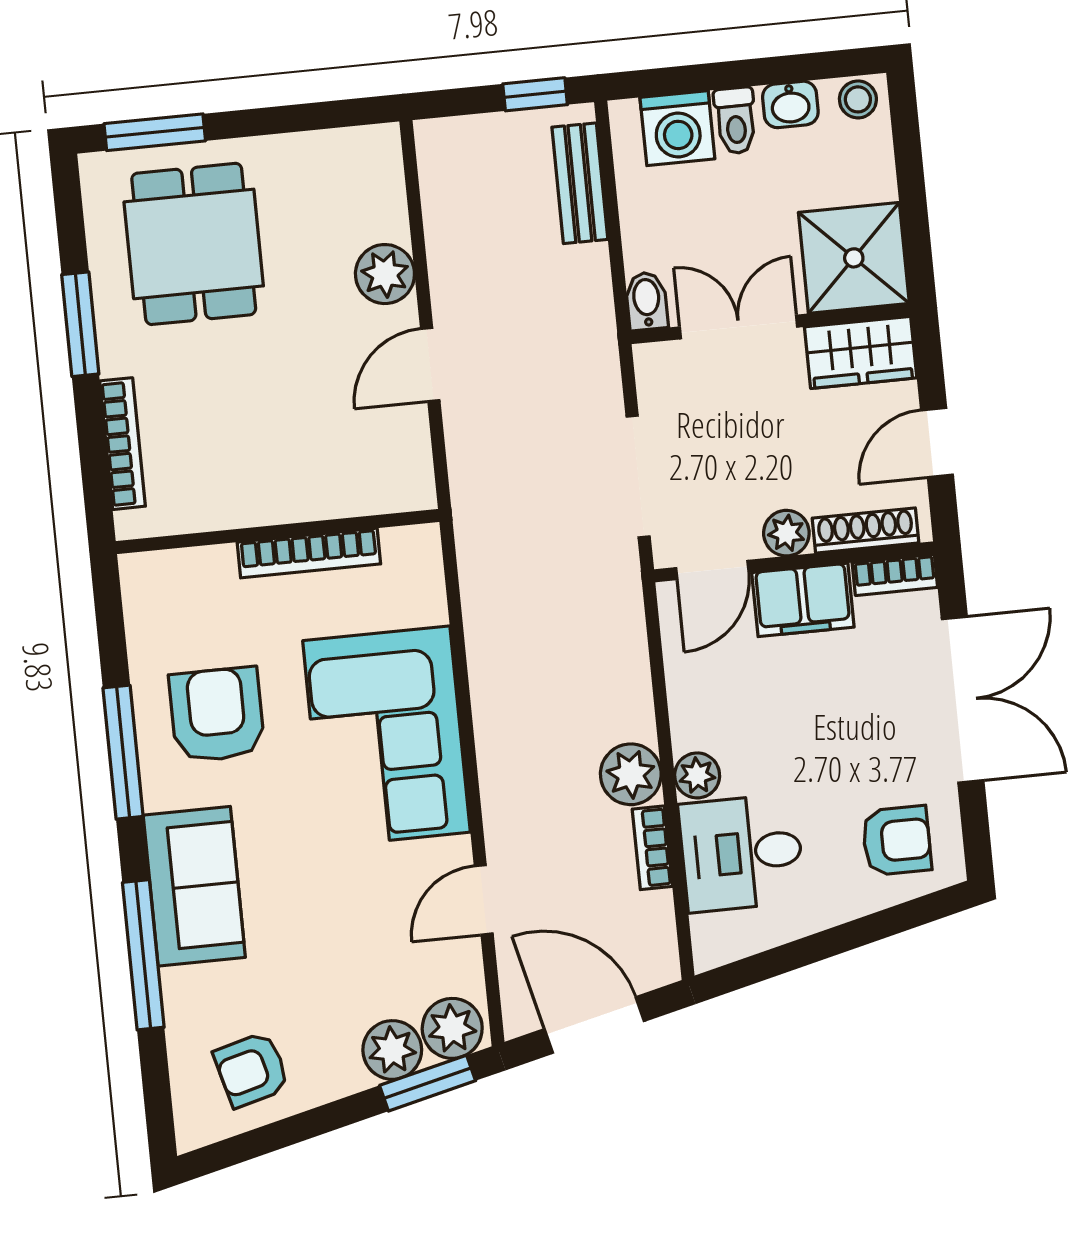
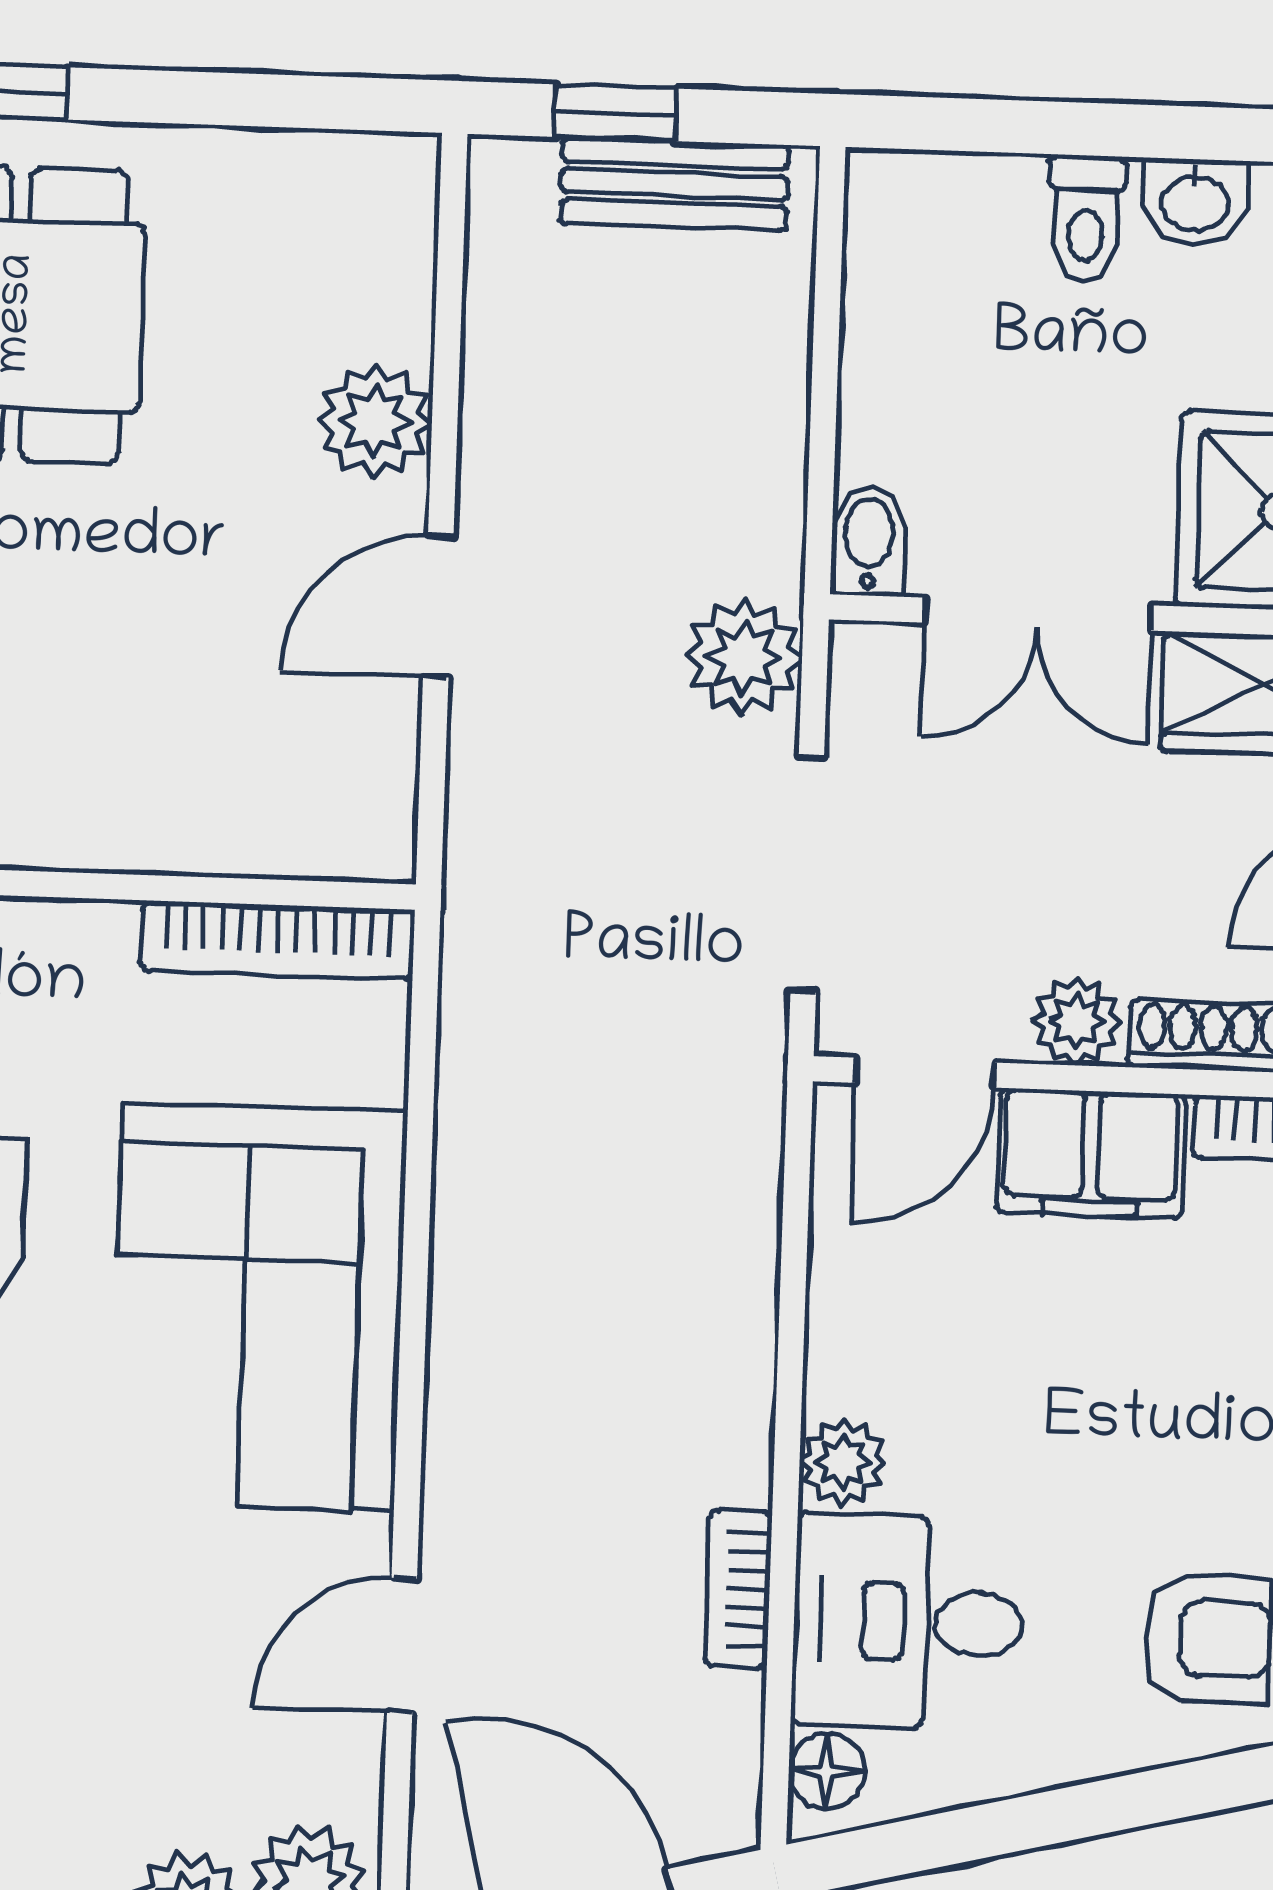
window: (535, 94) -> (616, 113), moved
washing machine: (677, 128) -> (973, 218), removed
bench: (580, 183) -> (675, 184), moved, turned 90
double door: (739, 327) -> (1038, 614), swing flipped
bookcase: (309, 553) -> (278, 940), moved
plant: (631, 774) -> (743, 657), moved
floor lamp: (710, 935) -> (827, 1771), added

